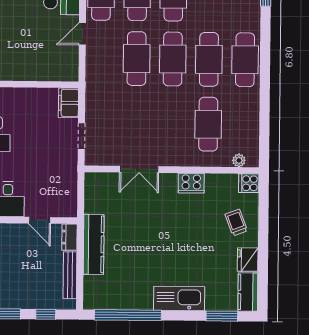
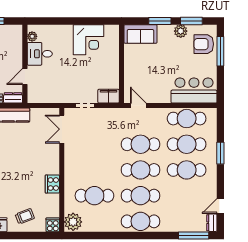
door: (82, 34) -> (138, 106), moved
plant: (239, 160) -> (73, 222), width x1.88, depth x1.88
double door: (139, 169) -> (62, 129), moved

